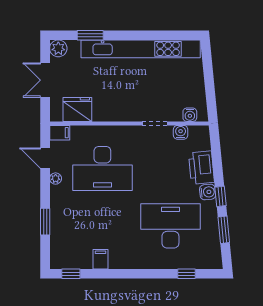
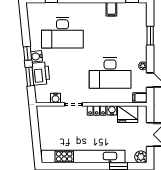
locker: (122, 115) -> (97, 111), added
water cooler: (190, 115) -> (112, 110), moved
desk: (102, 168) -> (110, 73), turned 180
window: (224, 230) -> (30, 77), moved

